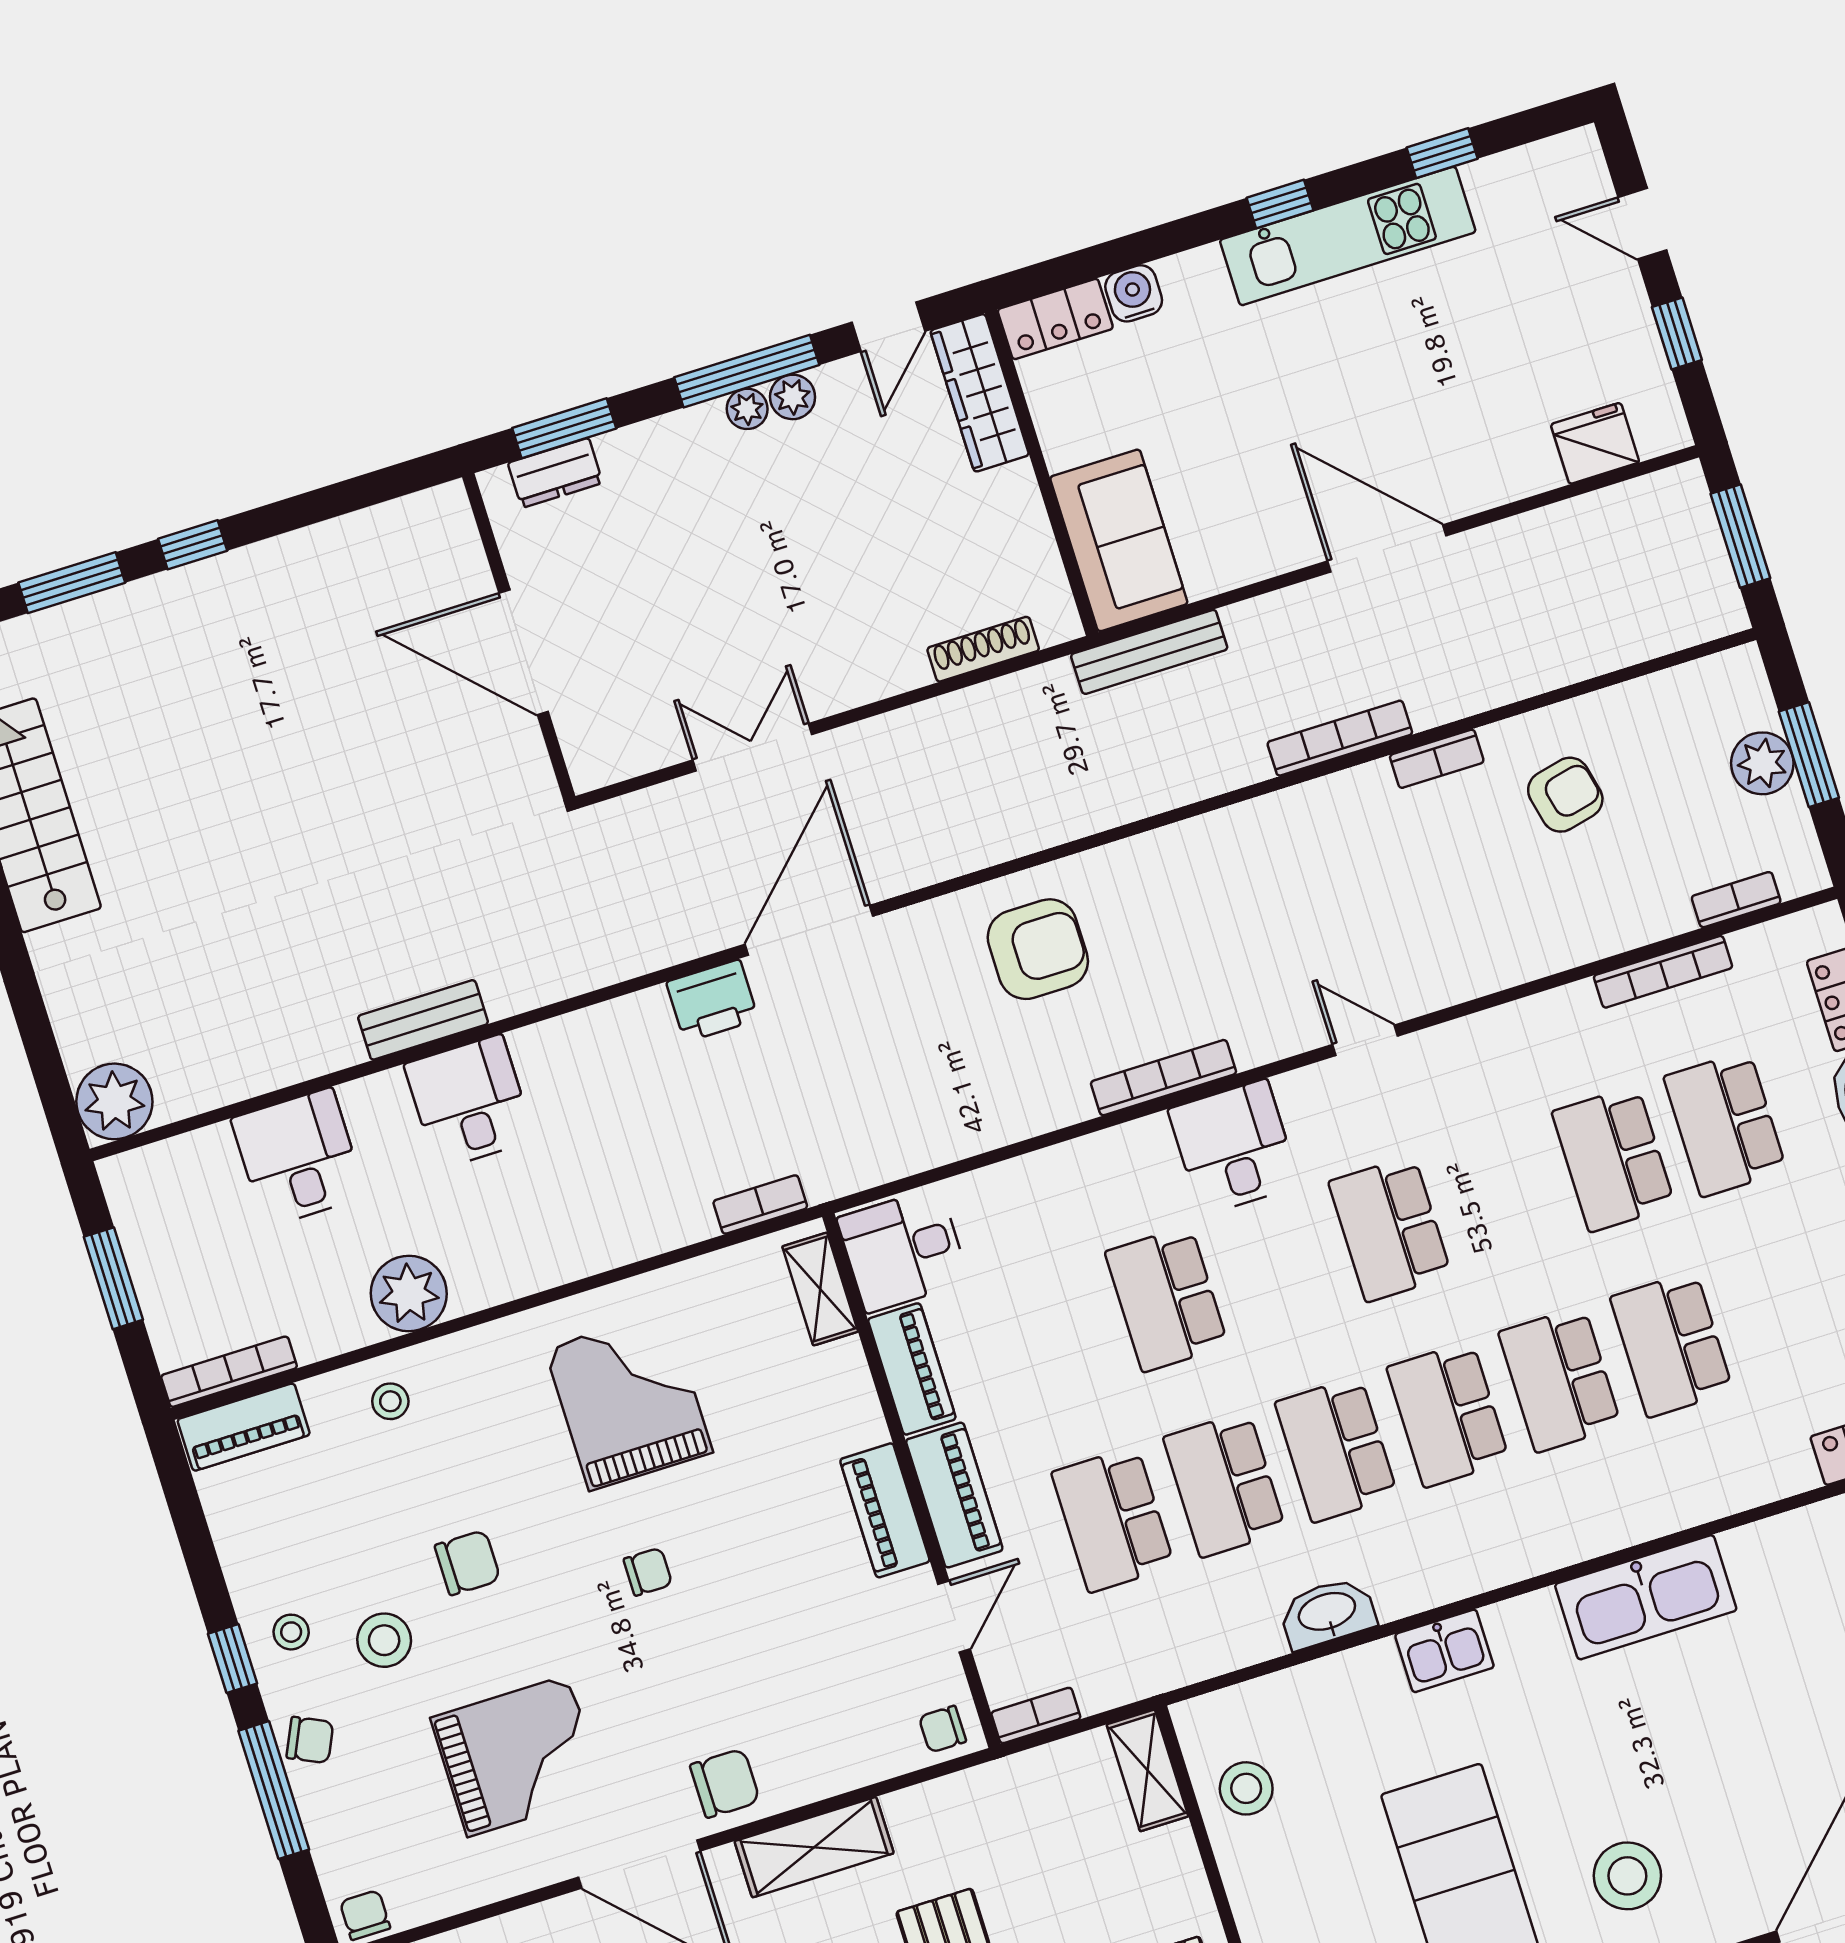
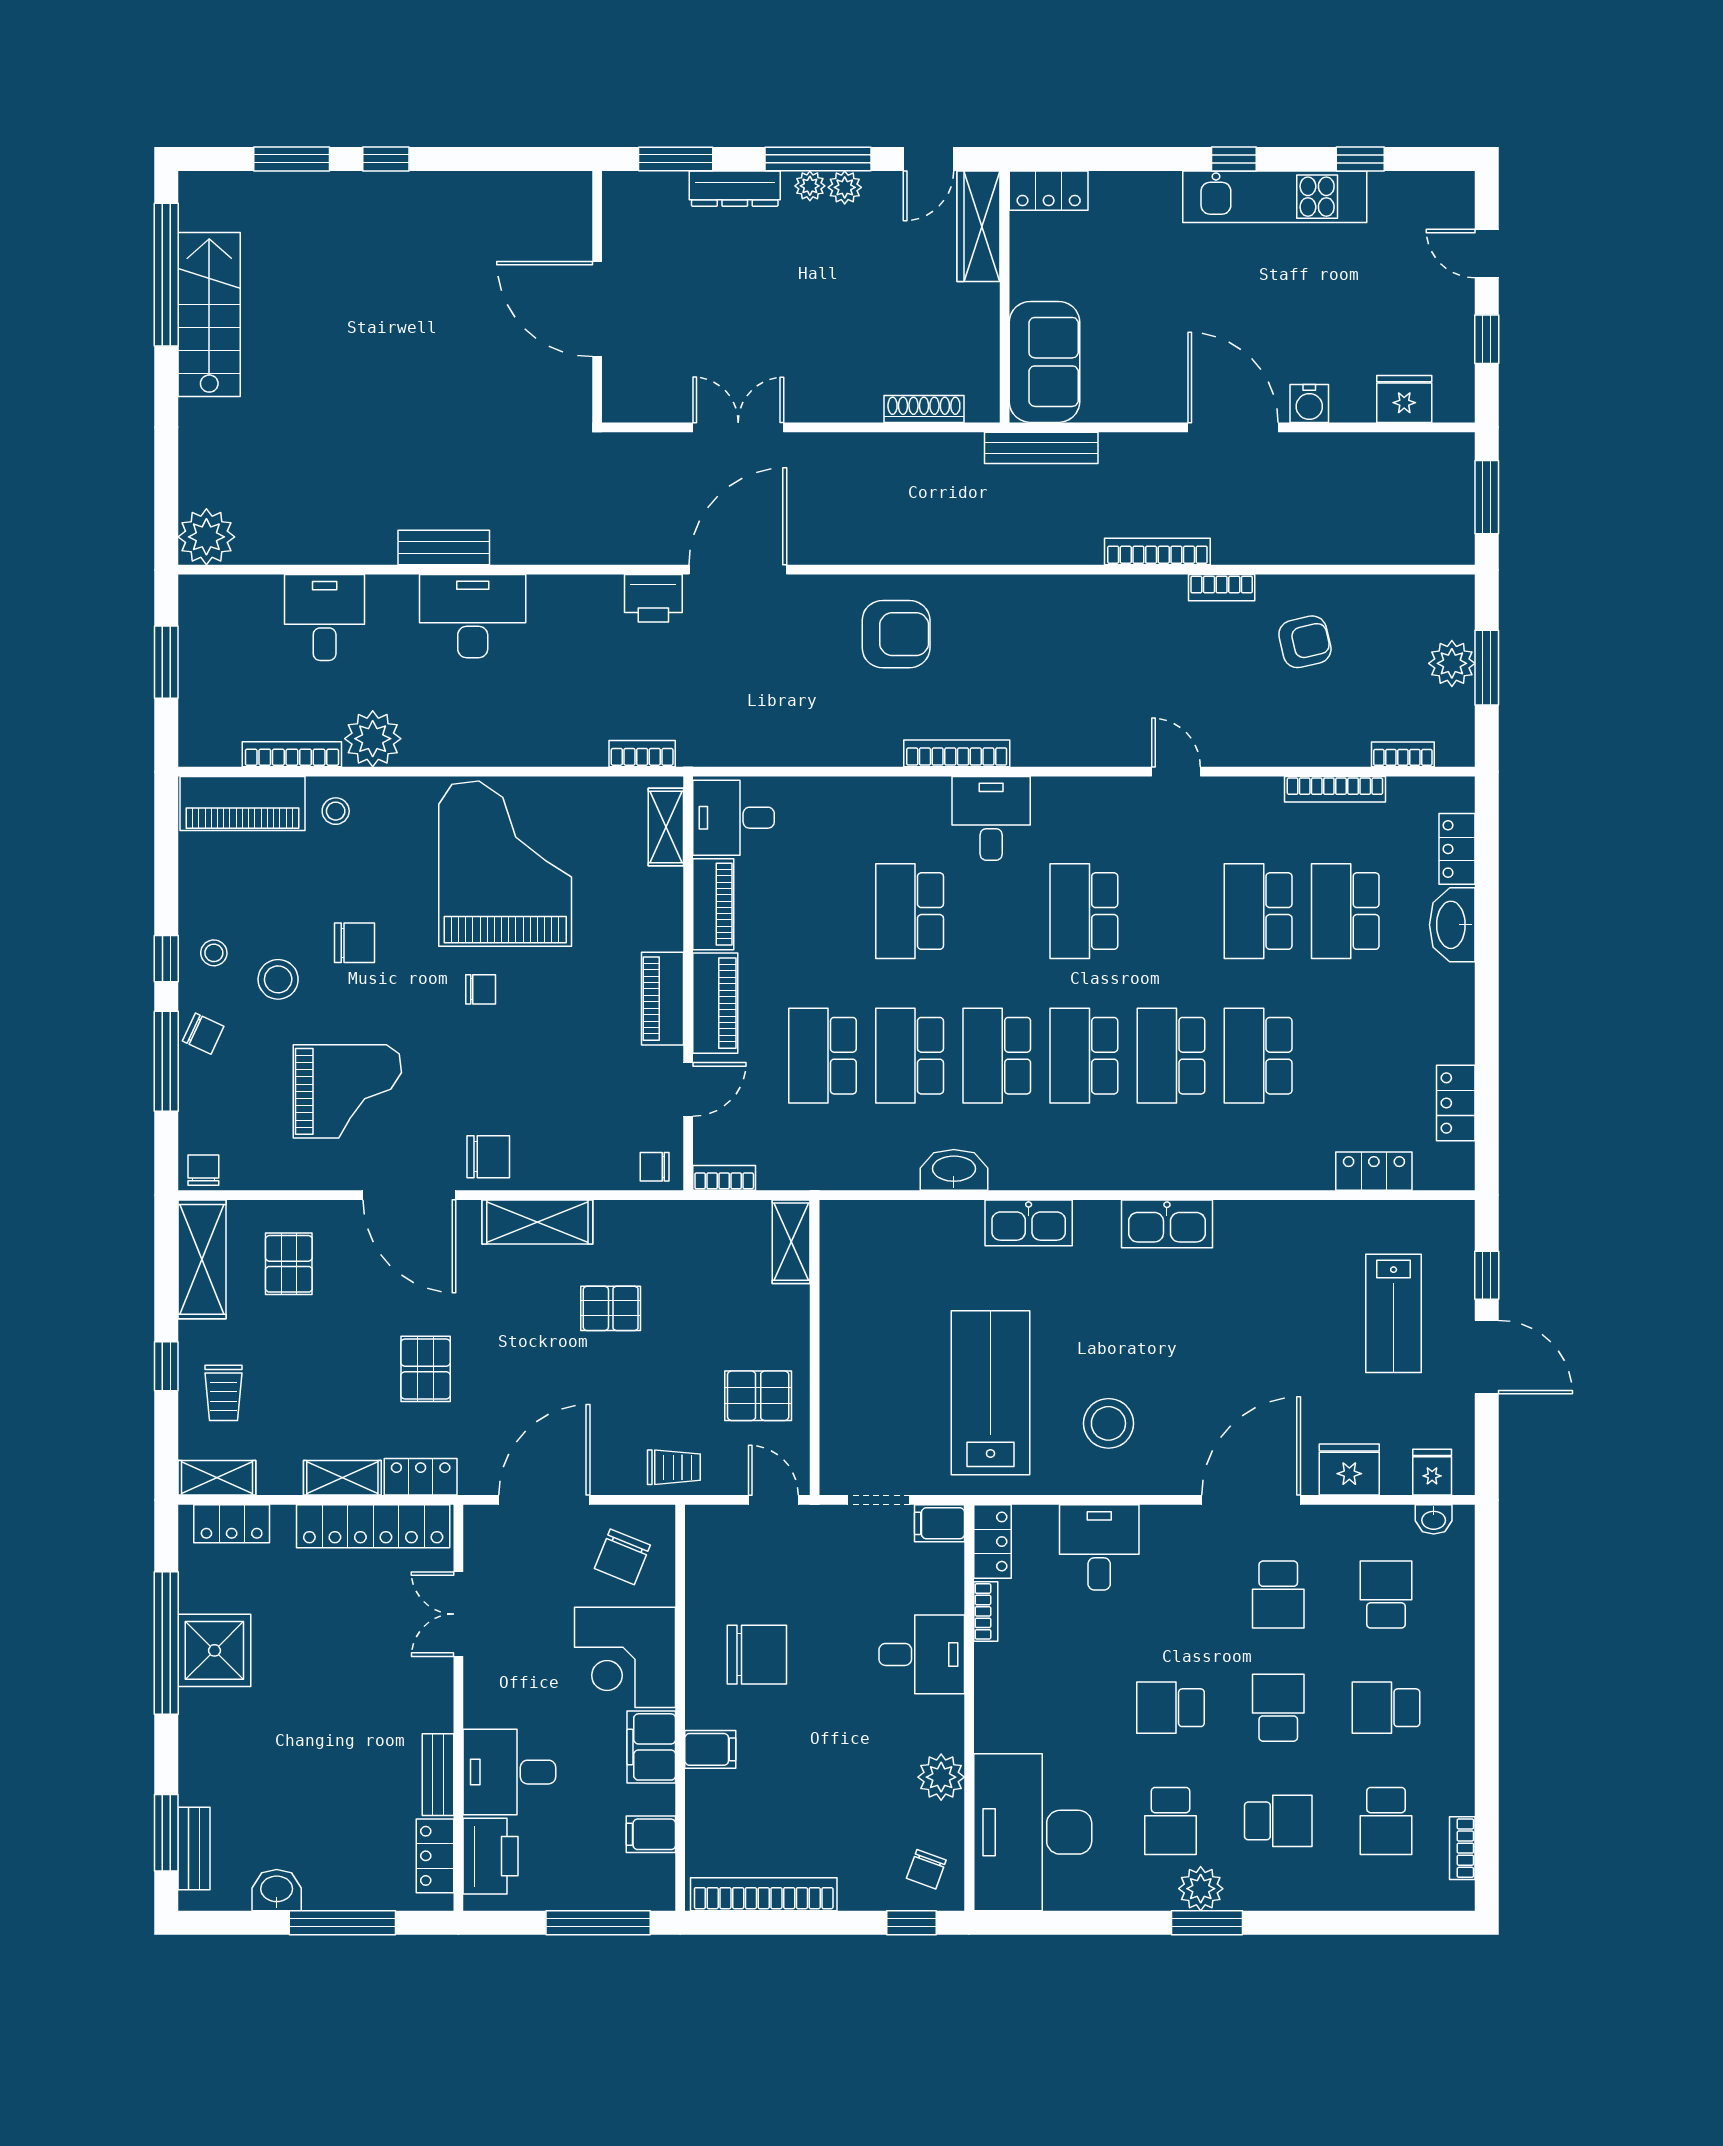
water cooler: (1134, 293) -> (1309, 403), moved, turned 180
dresser: (555, 473) -> (735, 189), moved, width x1.44
door: (1365, 1040) -> (1176, 772), moved
desk: (469, 1102) -> (473, 616), width x1.37
bookcase: (229, 1372) -> (292, 754), moved
grand piano: (629, 1400) -> (505, 864), width x1.37, depth x1.48
piano: (244, 1427) -> (242, 803), width x1.37, depth x1.33
kitchen sink: (1646, 1597) -> (1167, 1224), width x0.73, depth x0.81
kitchen sink: (1444, 1651) -> (1029, 1223), width x1.38
stool: (1246, 1788) -> (857, 1276), removed

